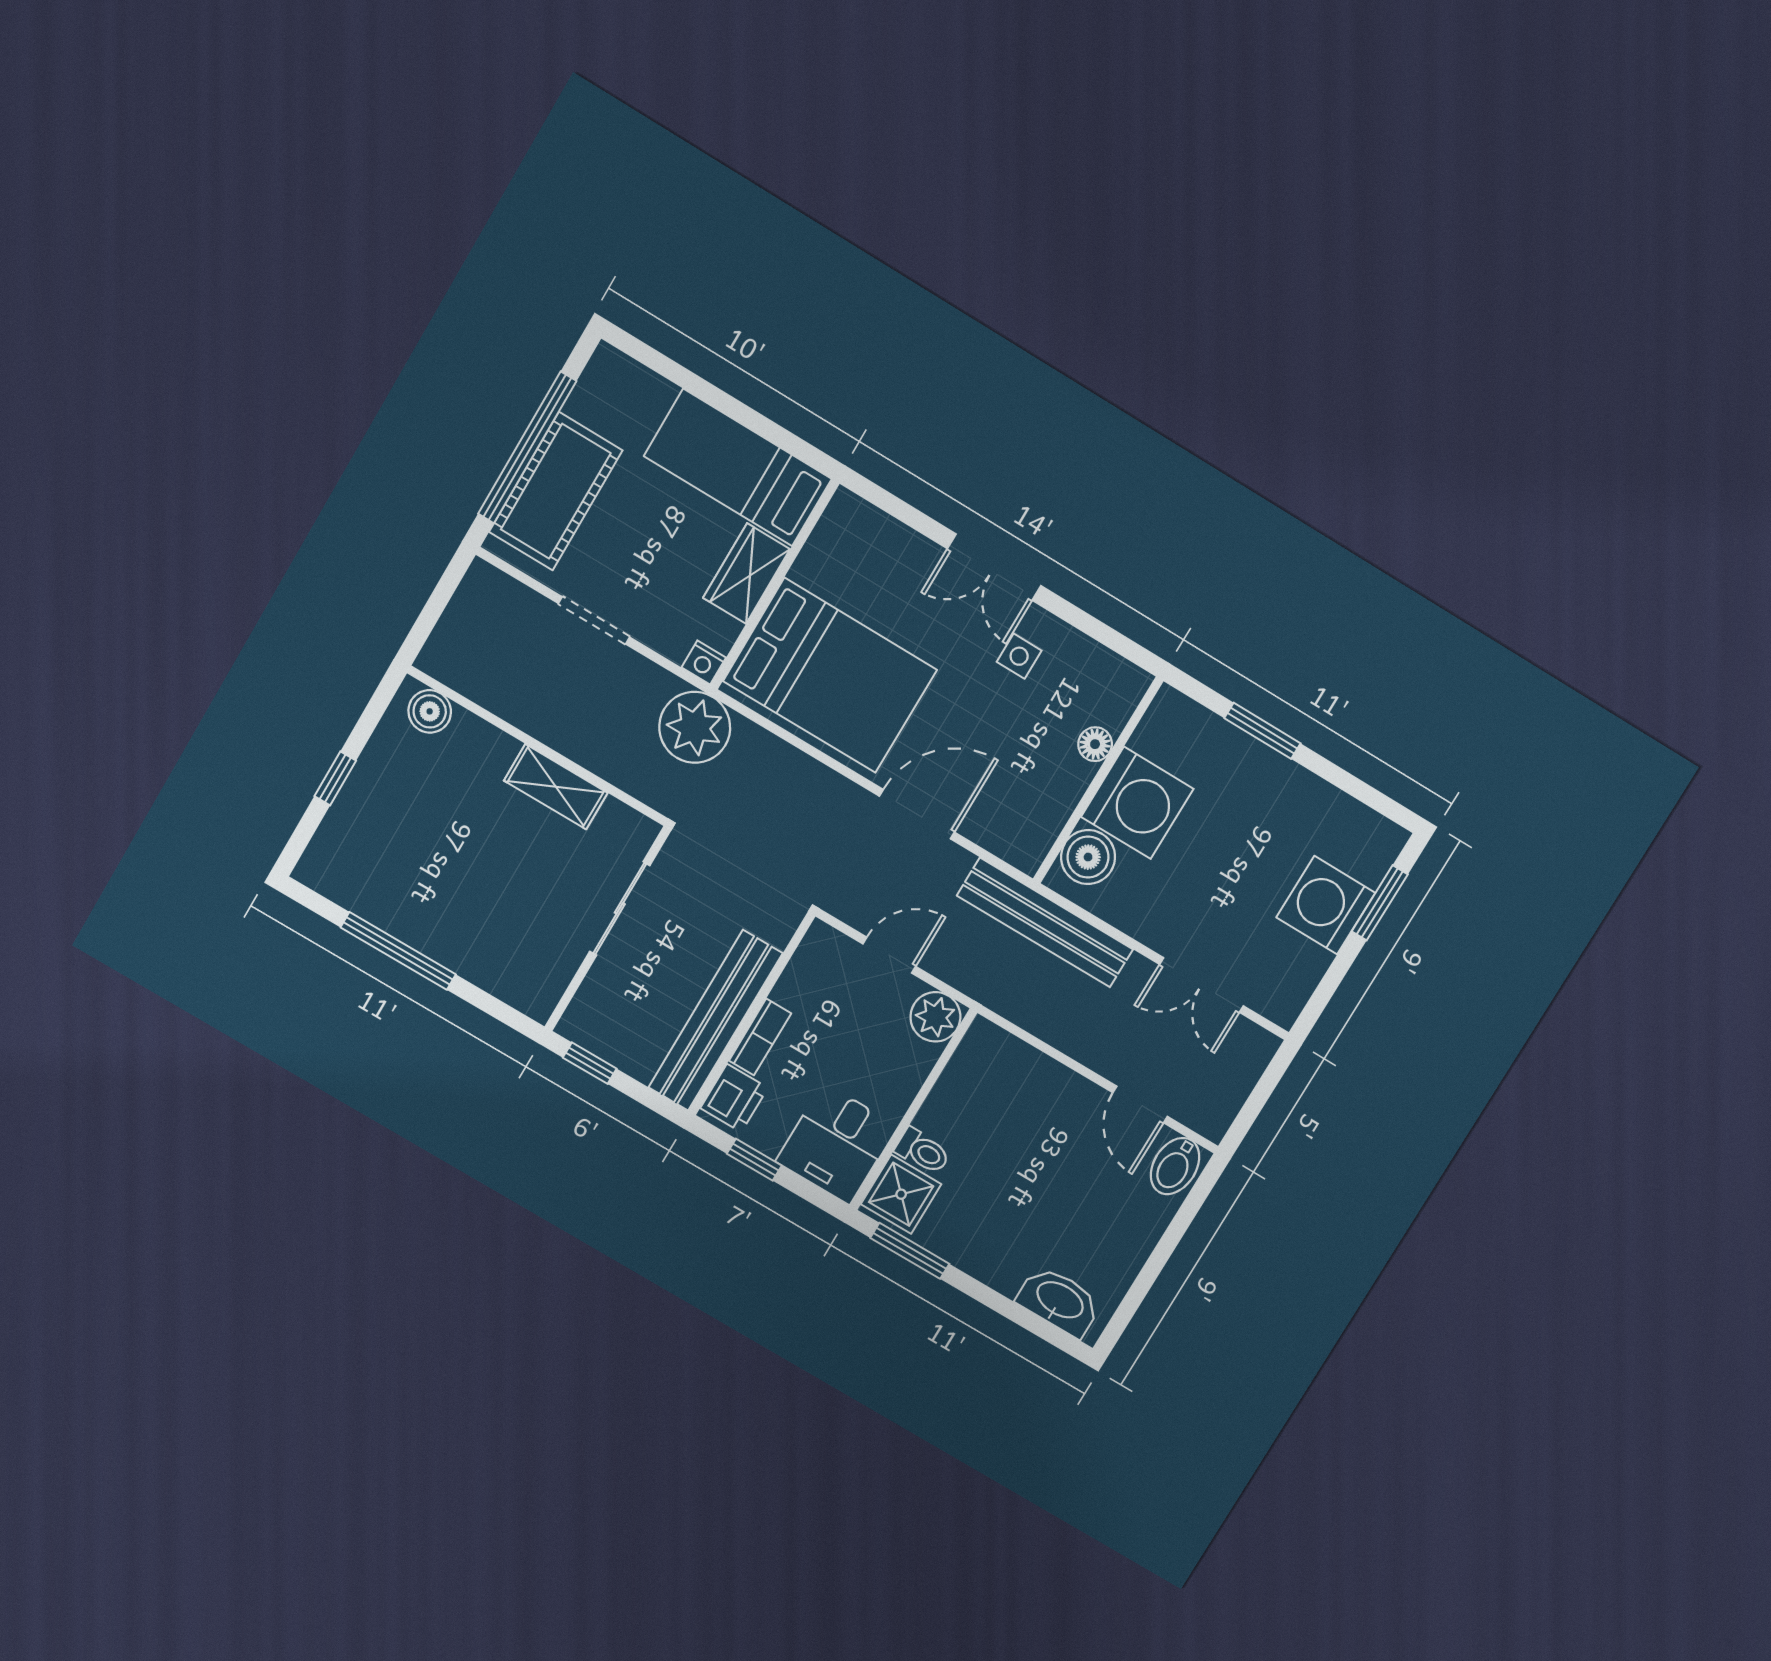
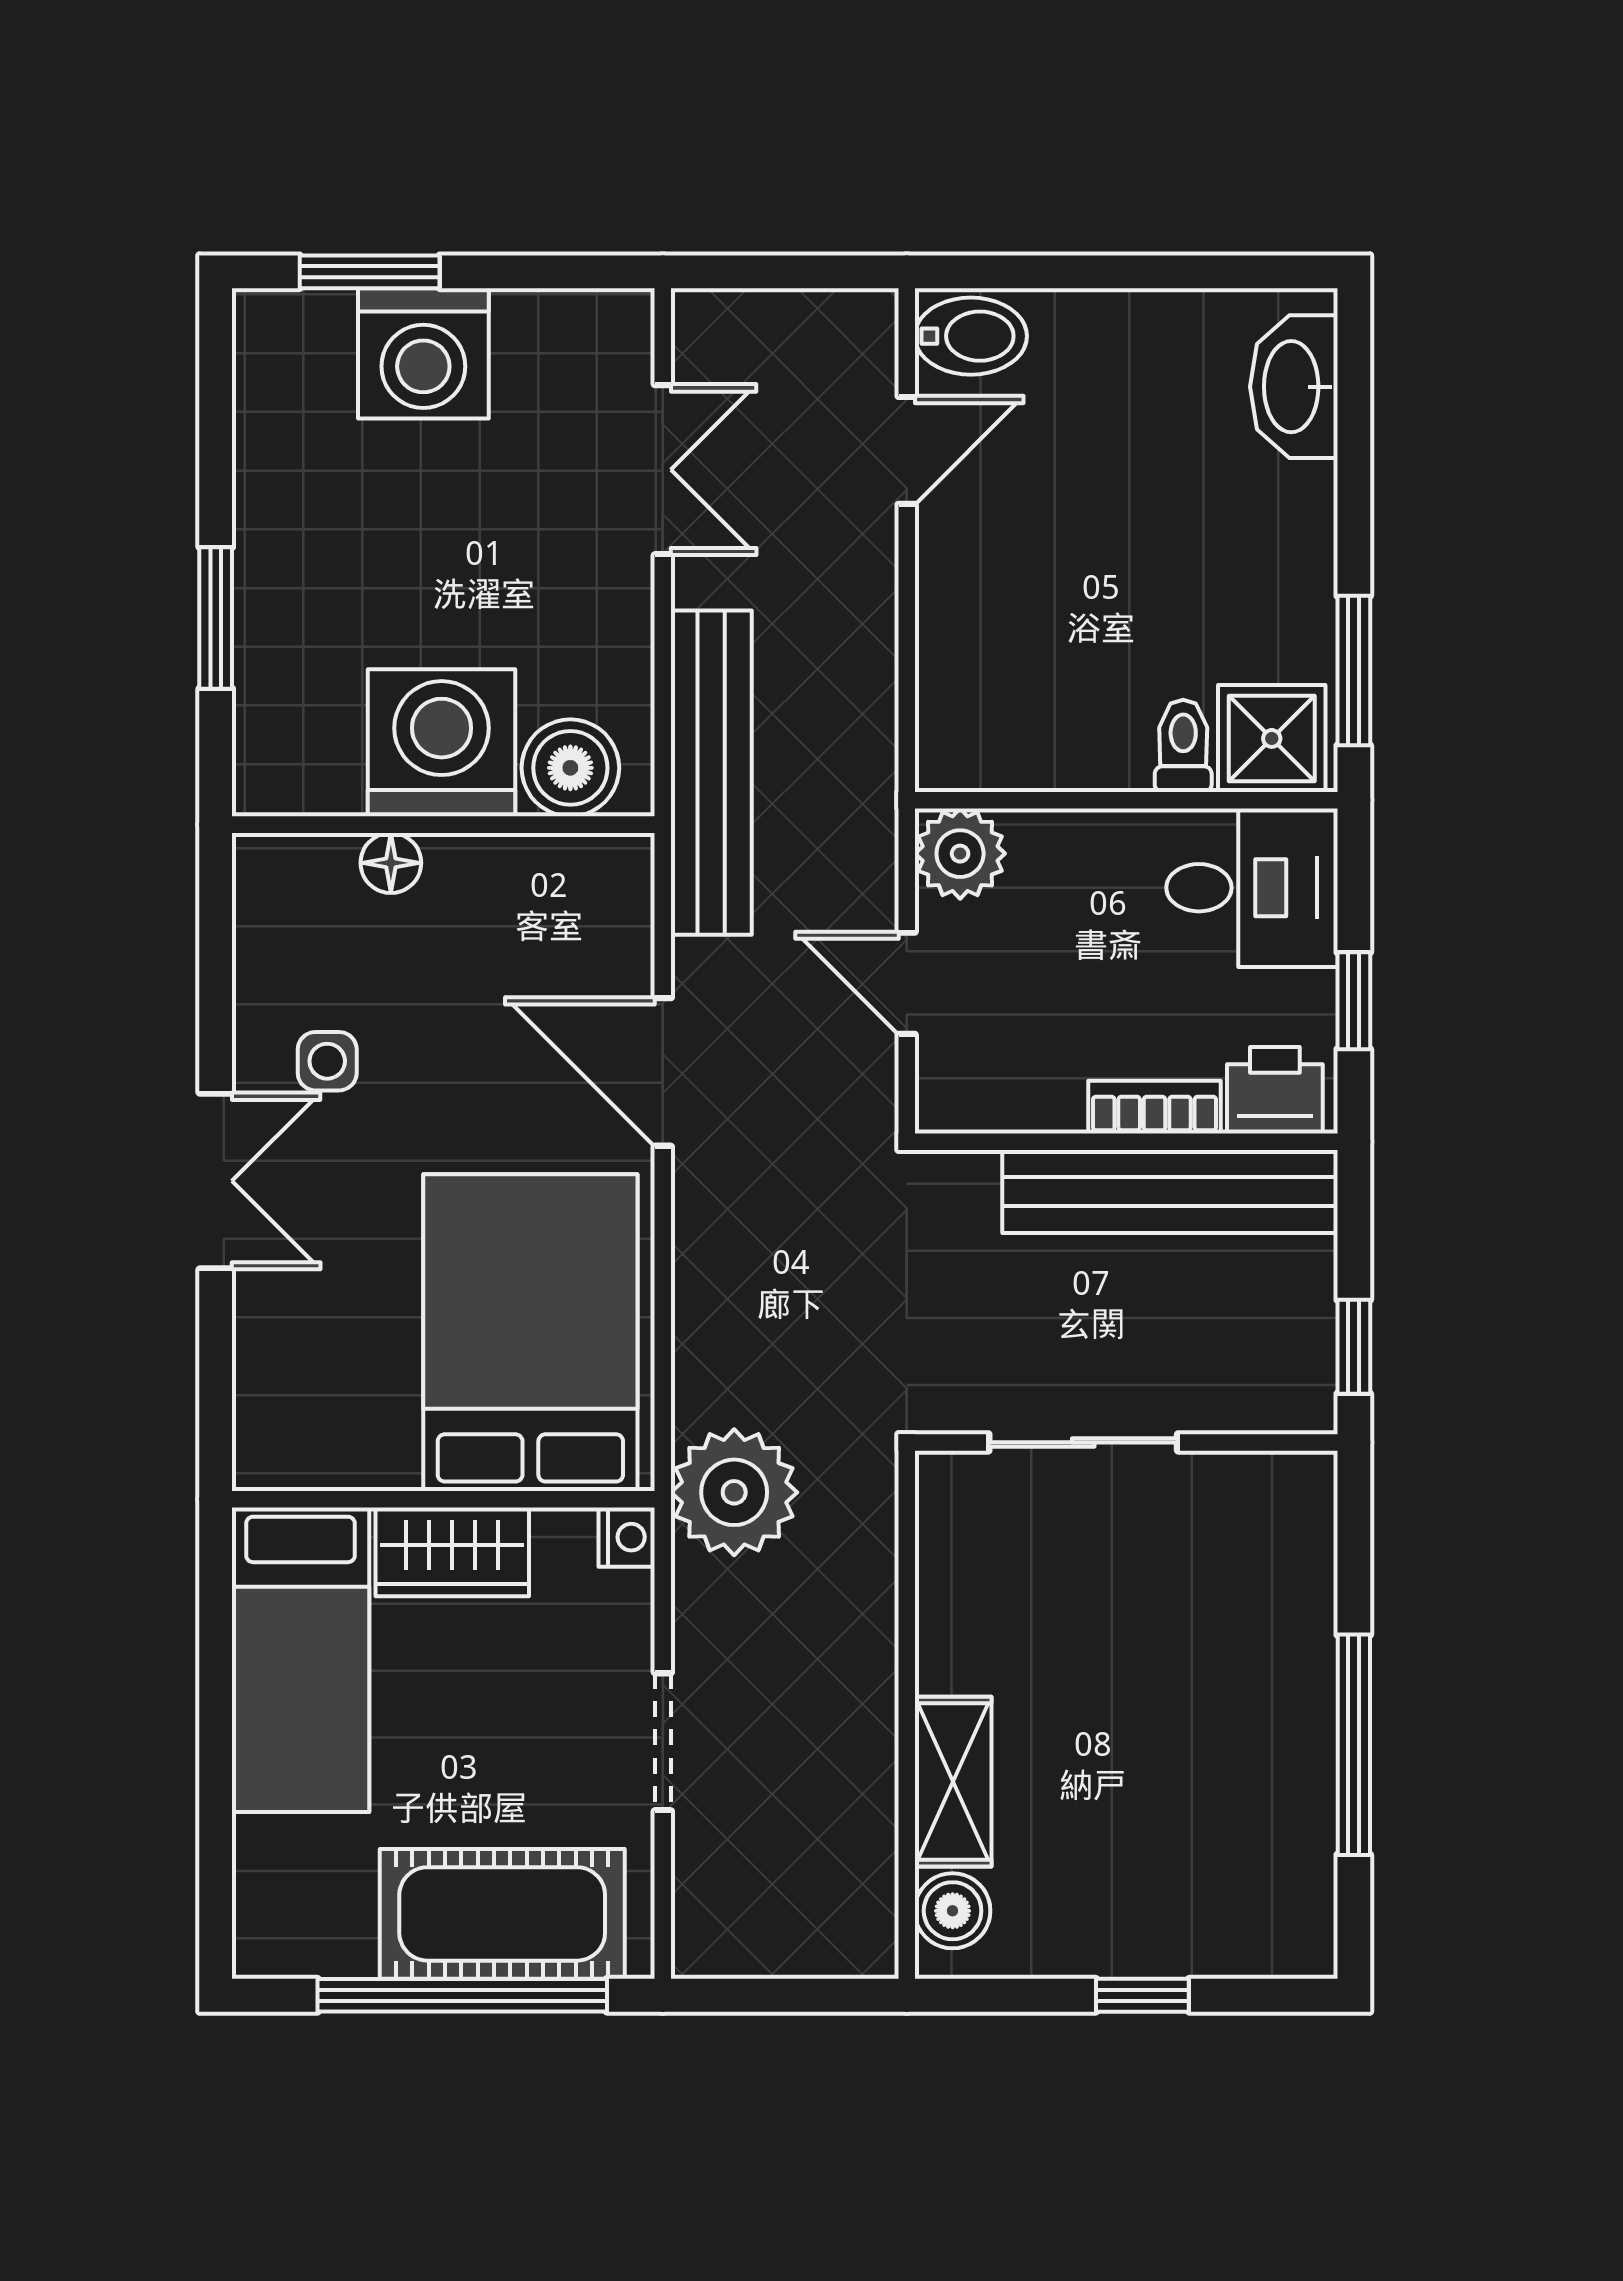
shelving: (556, 787) -> (953, 1782), moved

